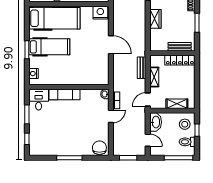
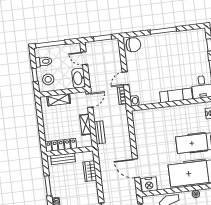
wardrobe: (155, 19) -> (90, 171), moved
door: (111, 45) -> (136, 168), moved
chair: (99, 148) -> (133, 45), turned -90

